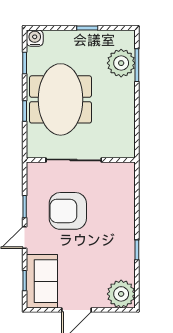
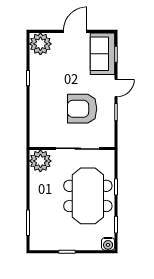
plant: (121, 63) -> (40, 161), moved
armchair: (68, 211) -> (82, 109), turned 180

